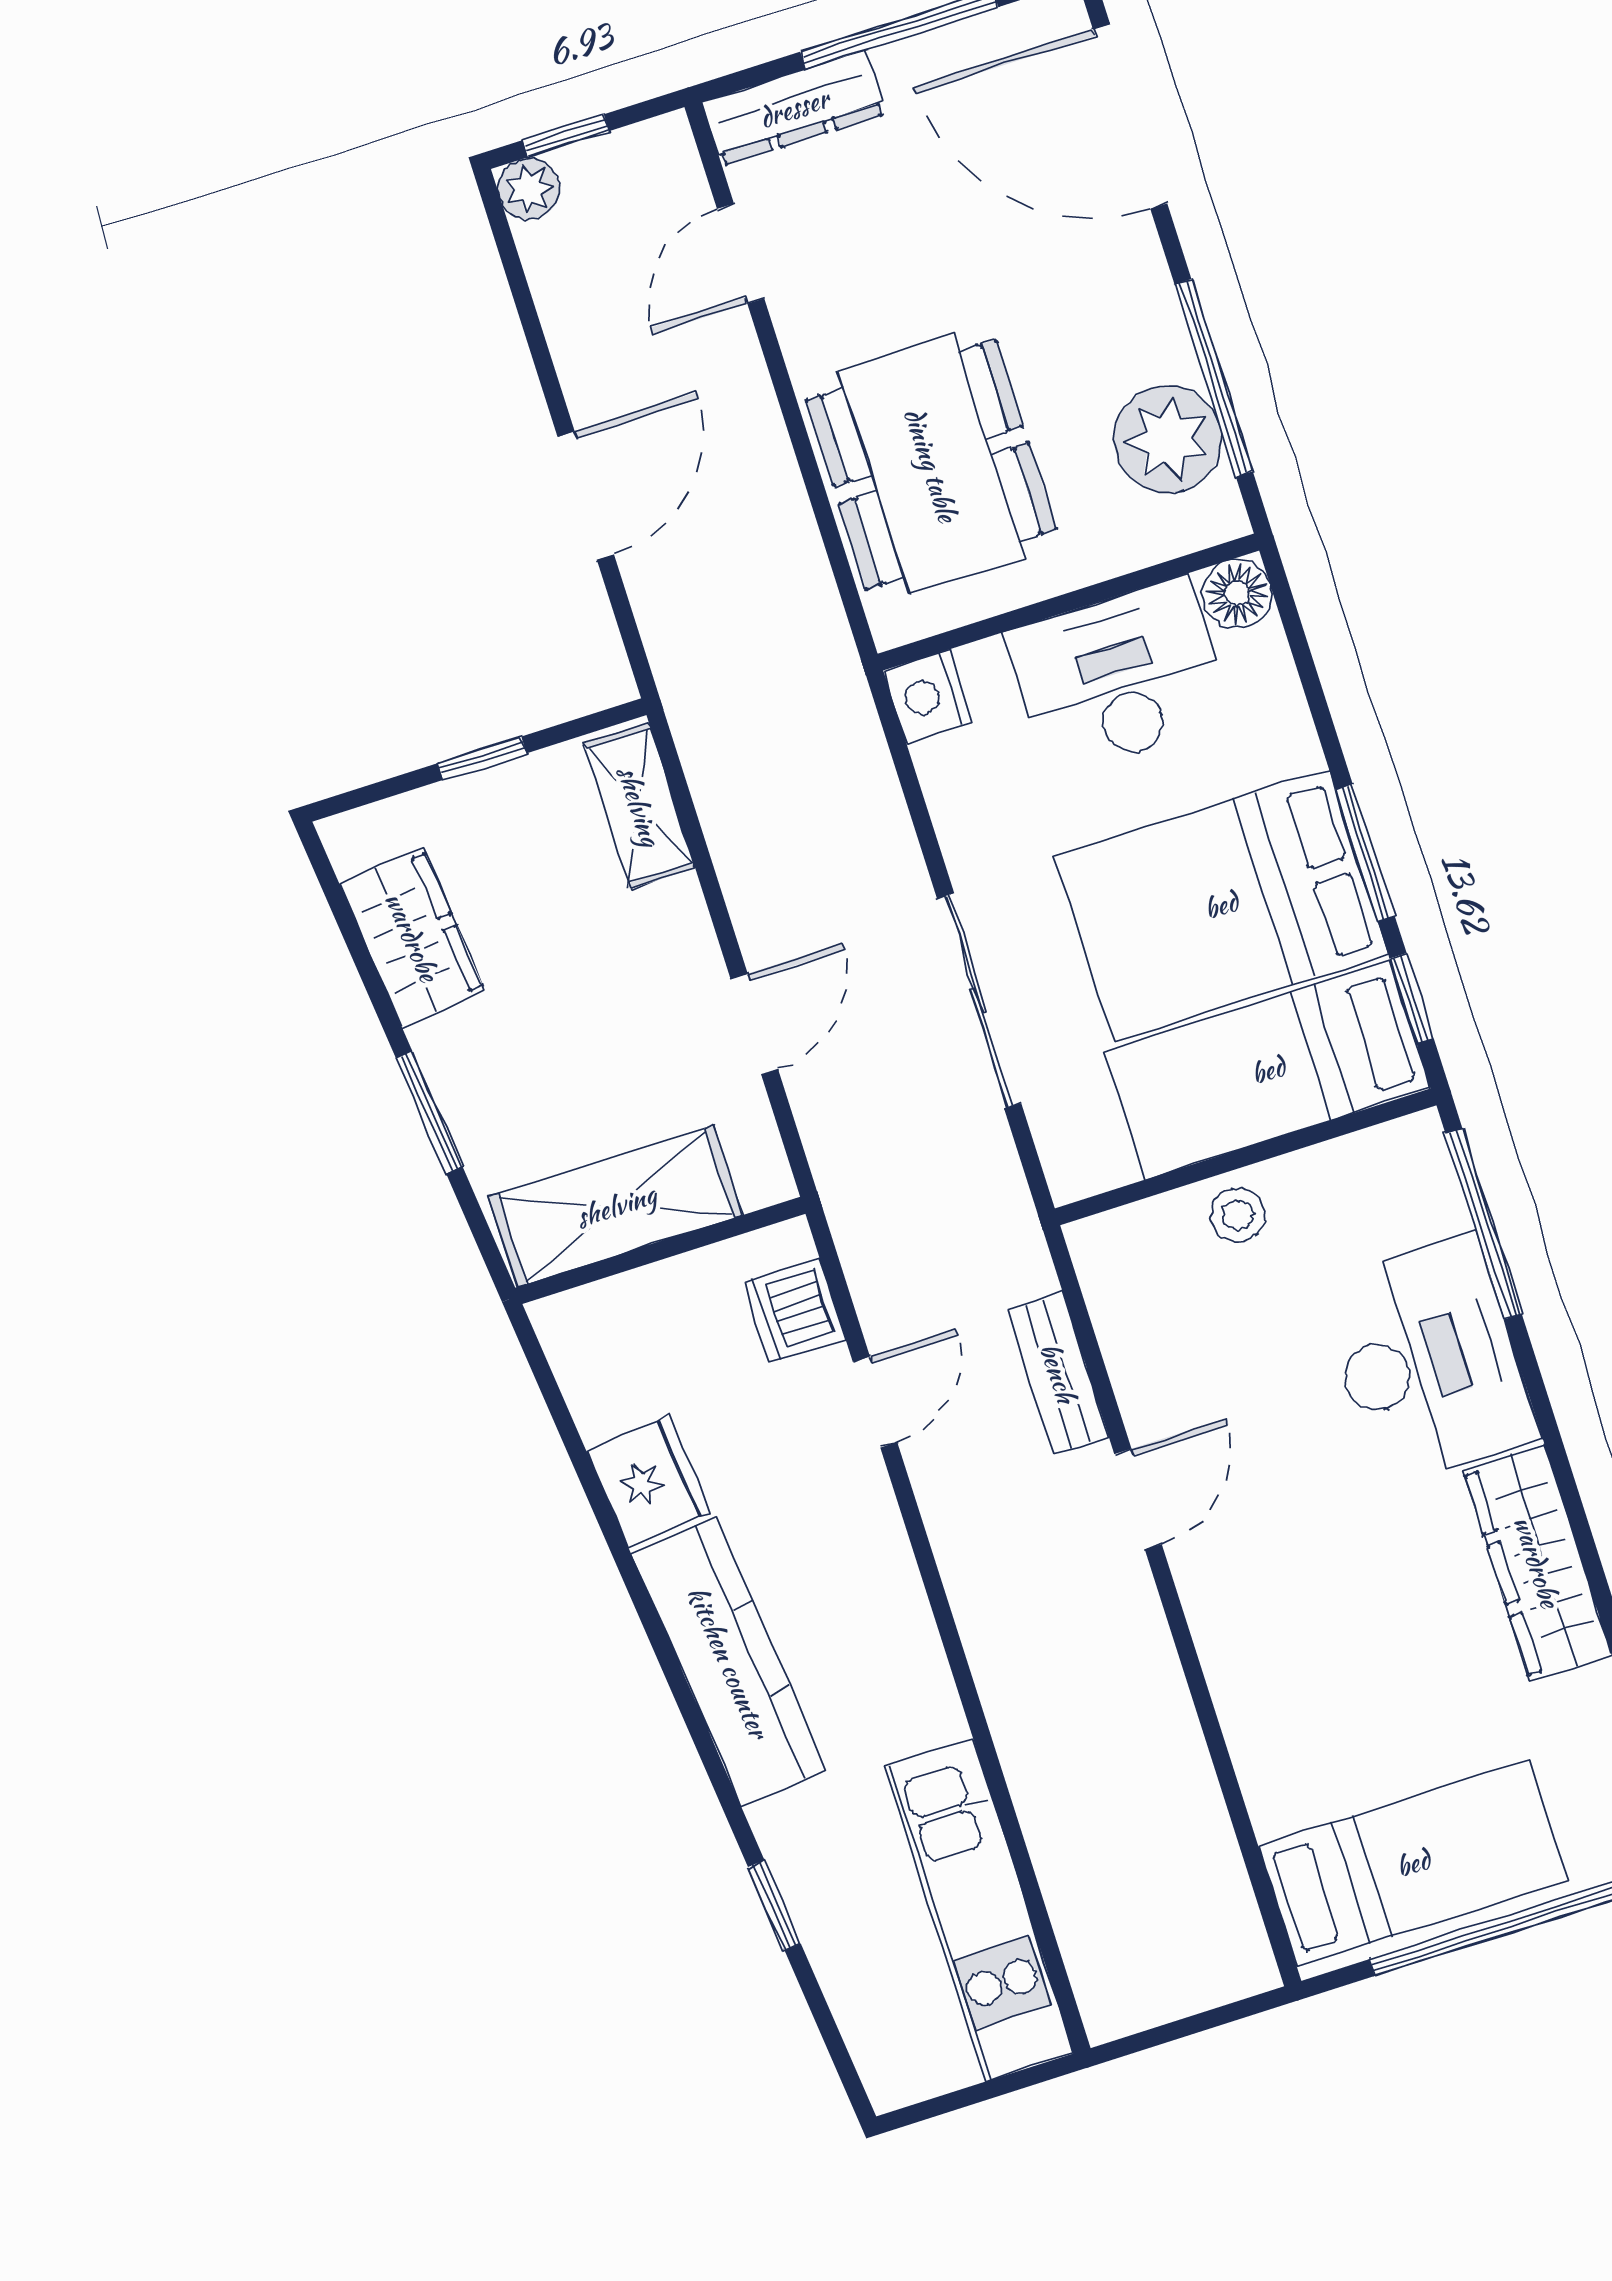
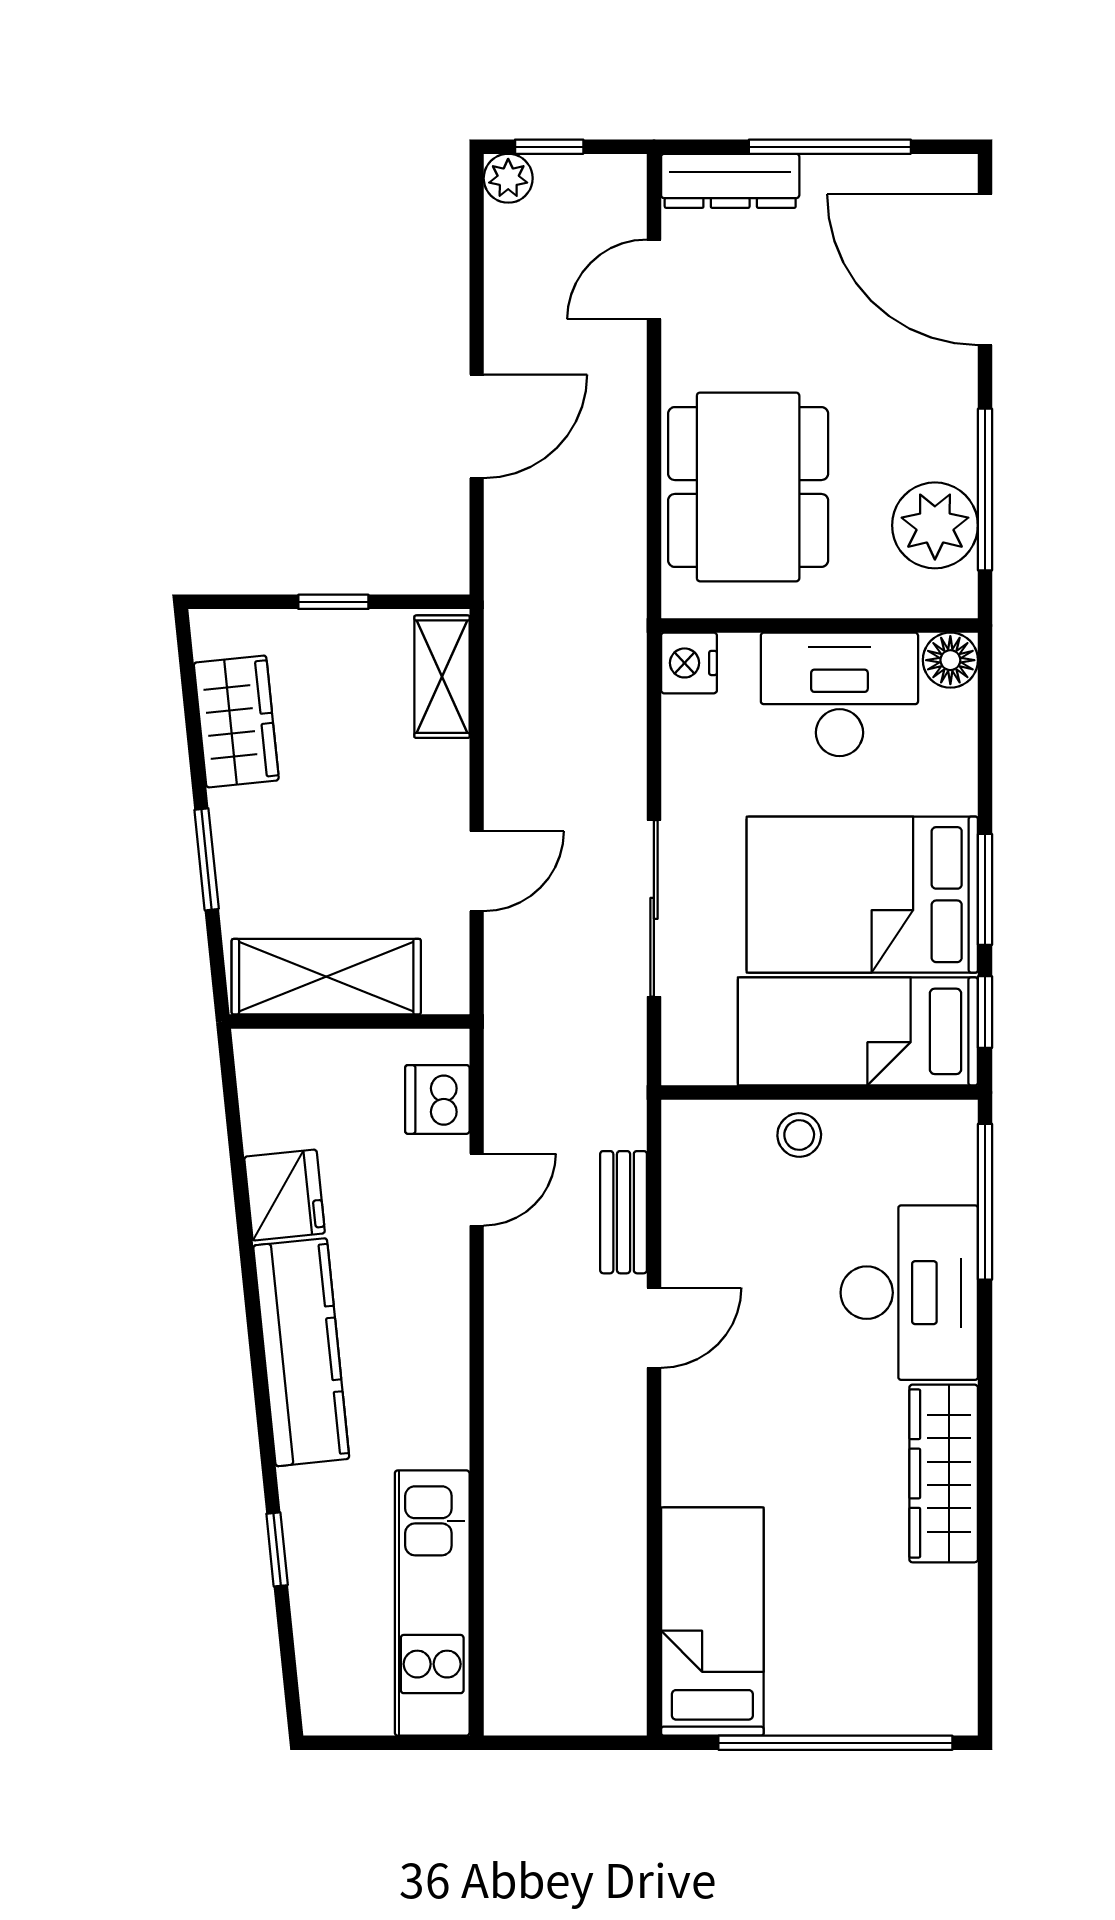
bed: (1413, 1863) -> (712, 1622), moved, turned -90

